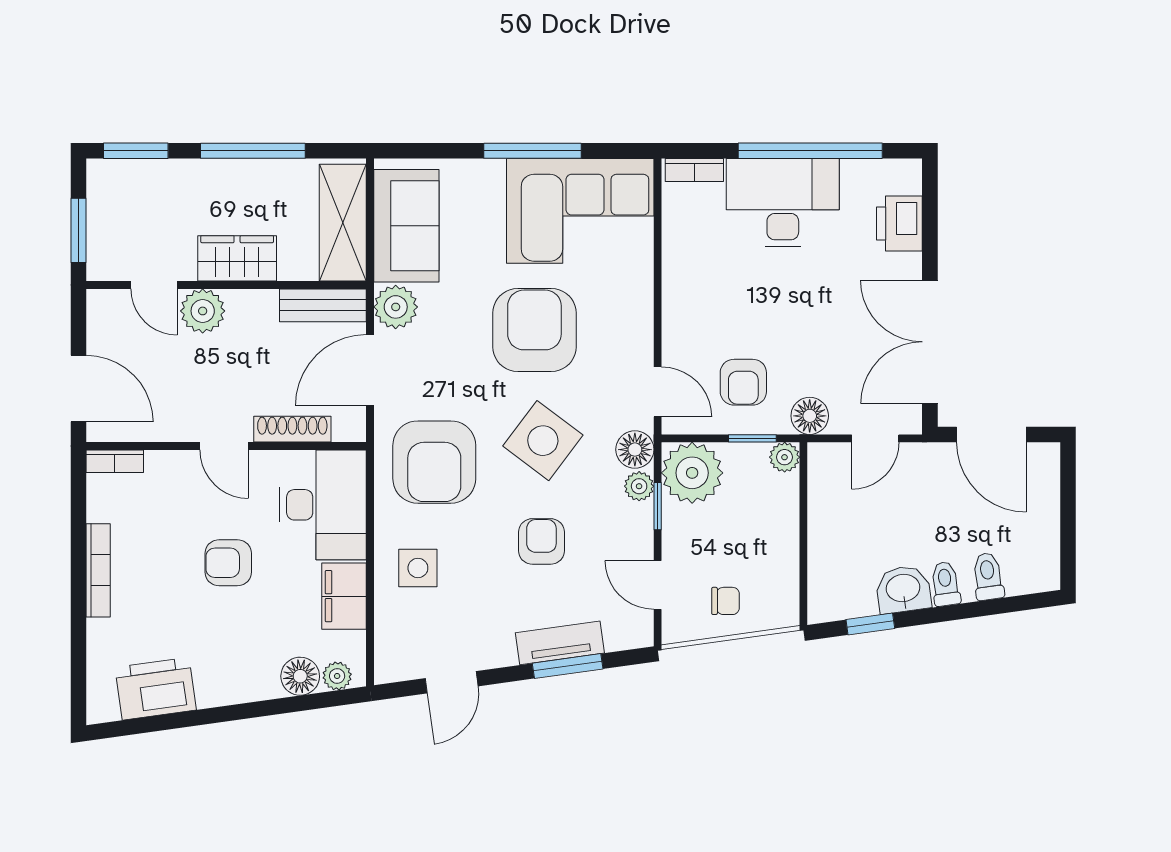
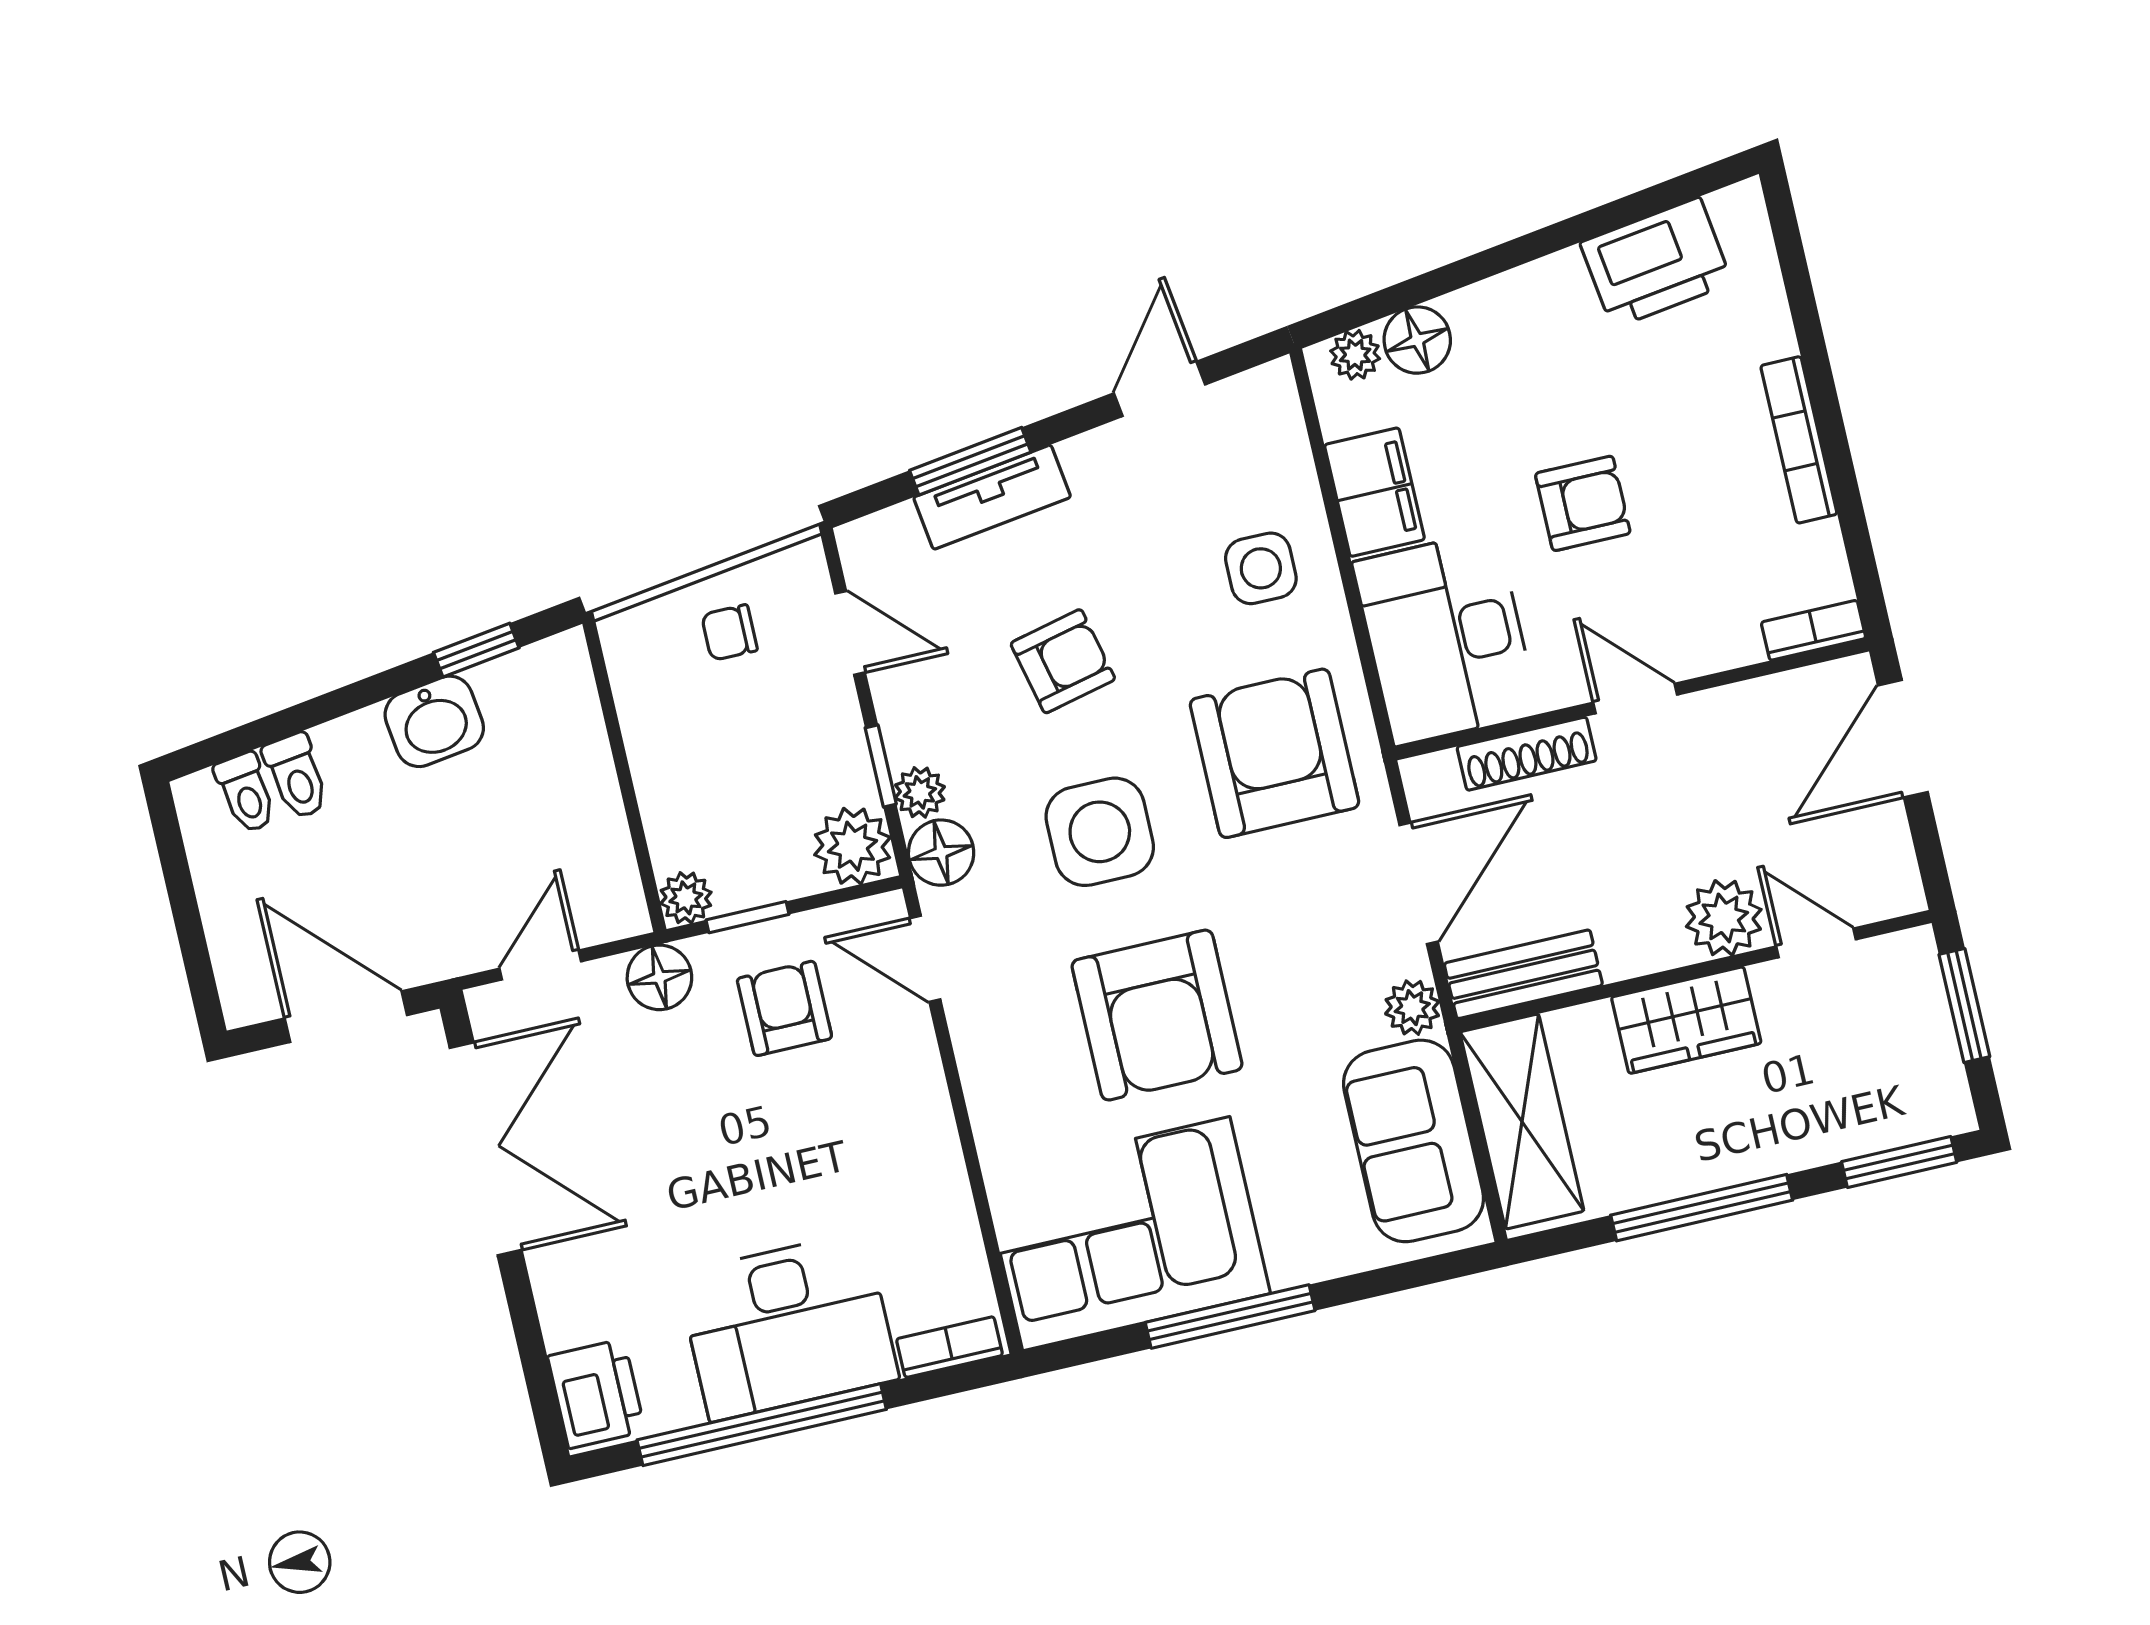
printer: (899, 223) -> (596, 1394), moved
plant: (396, 307) -> (1412, 1008), width x0.73, depth x0.73
door: (79, 389) -> (1903, 739), hinge flipped
side table: (543, 441) -> (1100, 832), turned -37
plant: (692, 473) -> (852, 846), width x0.73, depth x0.73
armchair: (541, 541) -> (1063, 661), turned -103
toilet: (945, 584) -> (246, 793), moved

